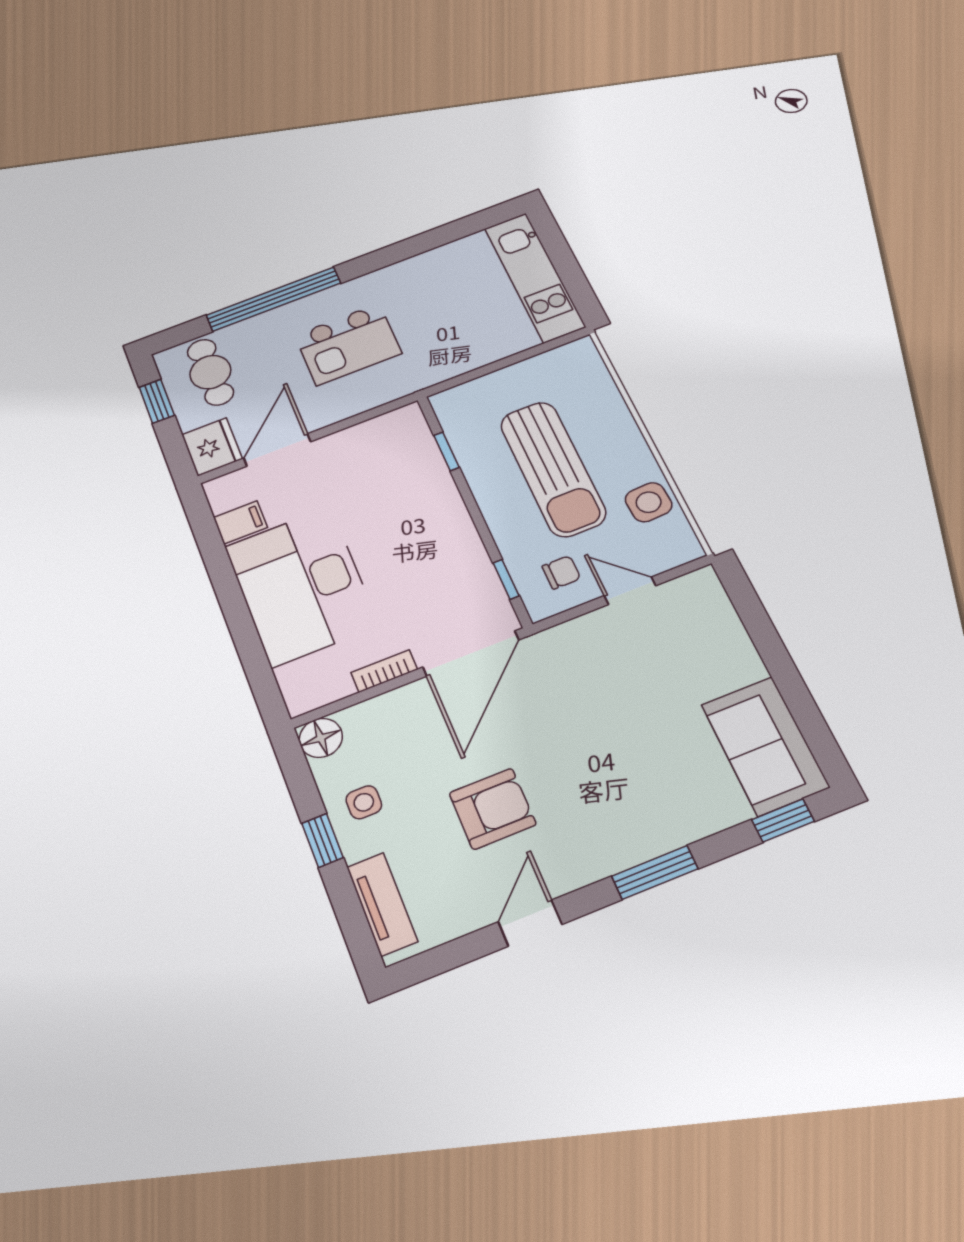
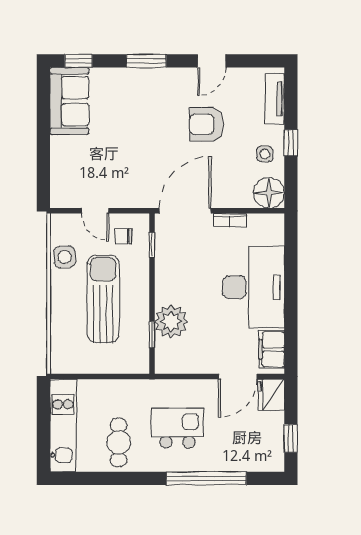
cafe table: (210, 372) -> (119, 442), moved
plant: (422, 482) -> (171, 321), added
filing cabinet: (240, 522) -> (272, 349), width x2.00
floor lamp: (321, 738) -> (269, 193), width x1.38, depth x1.38

